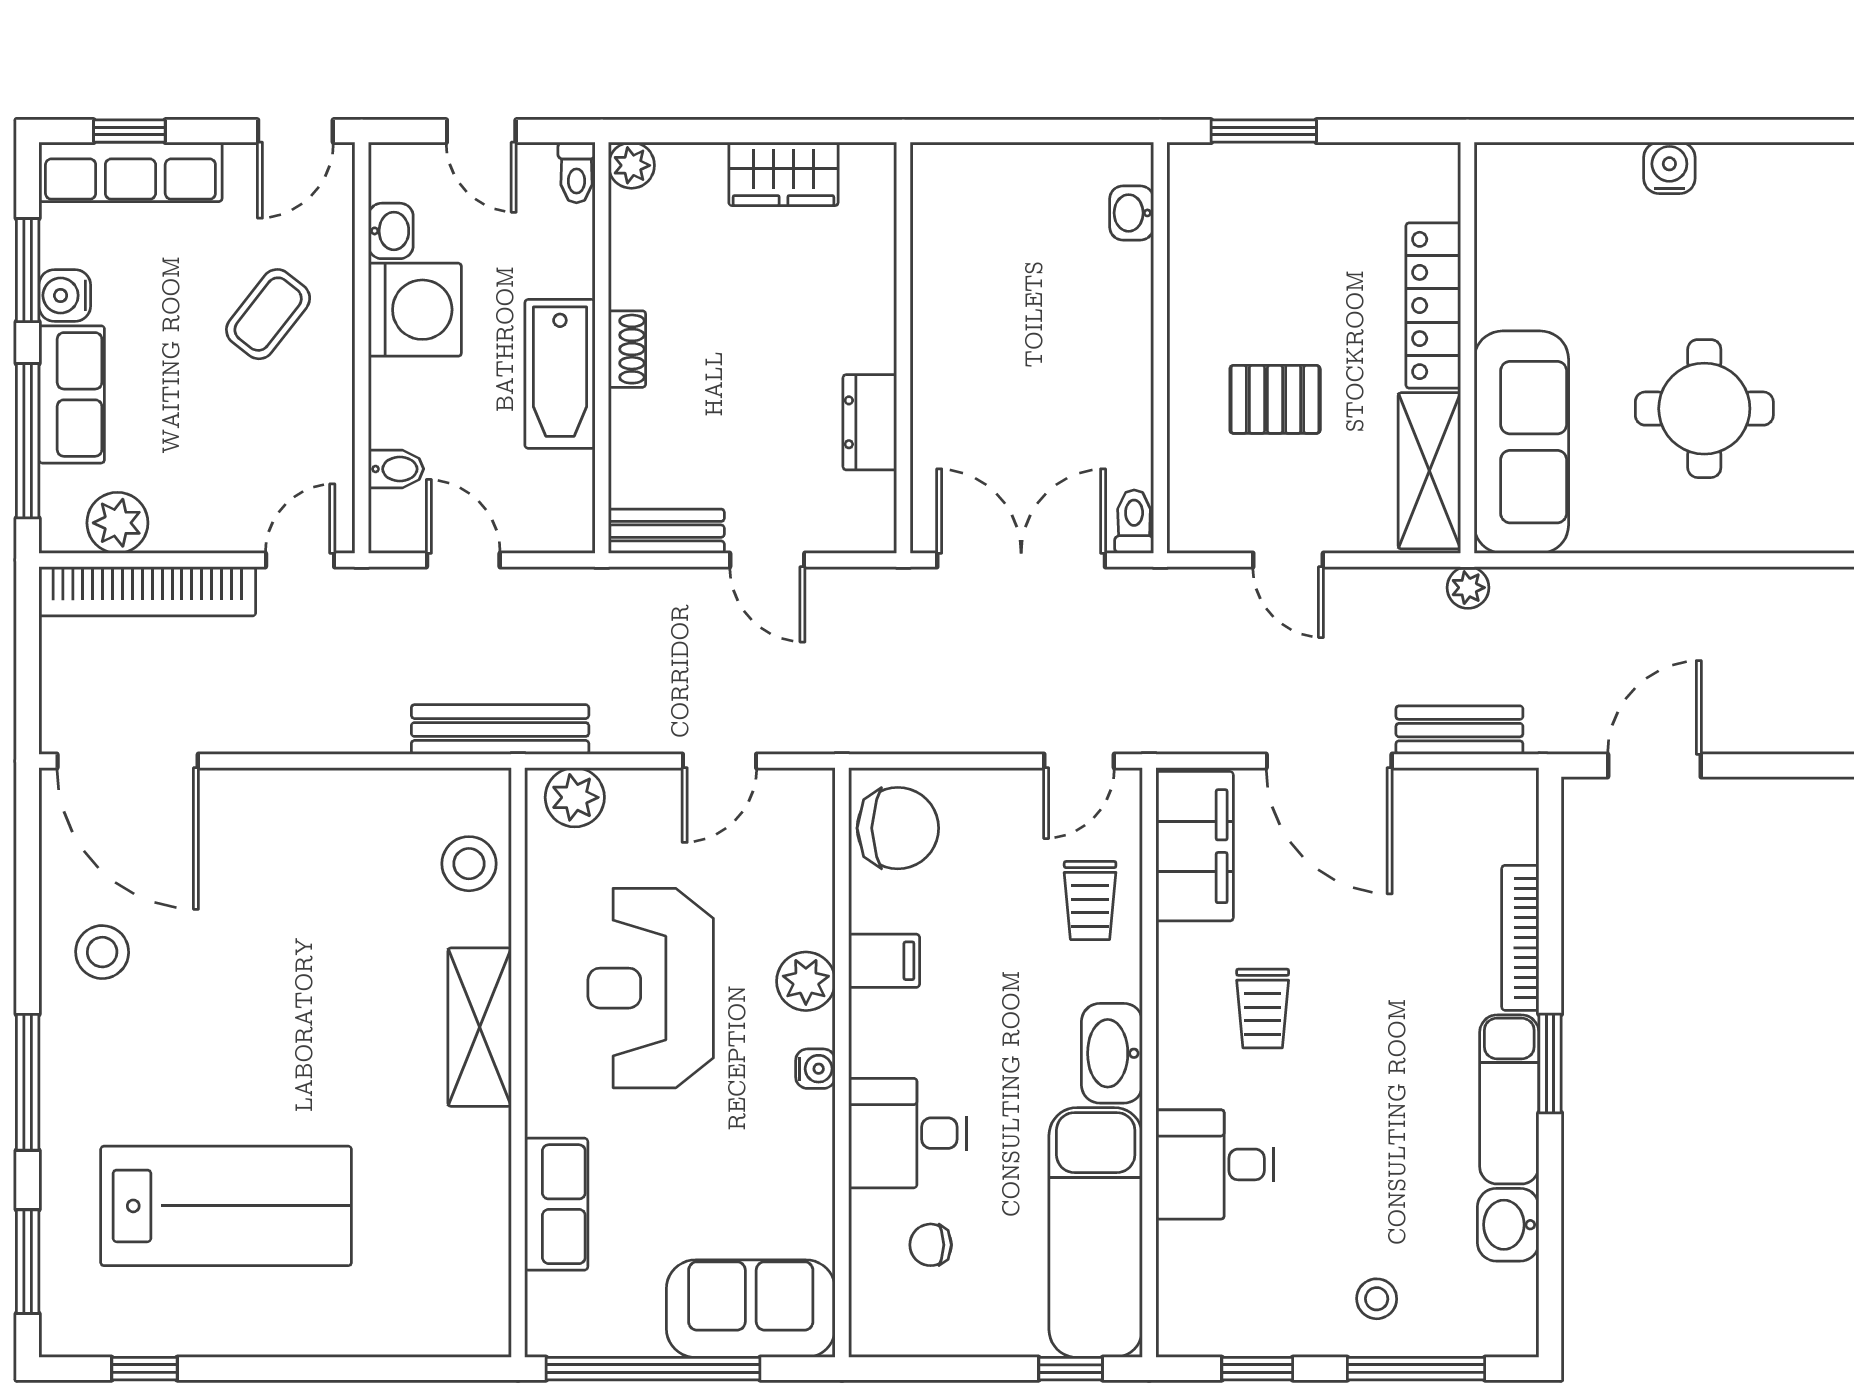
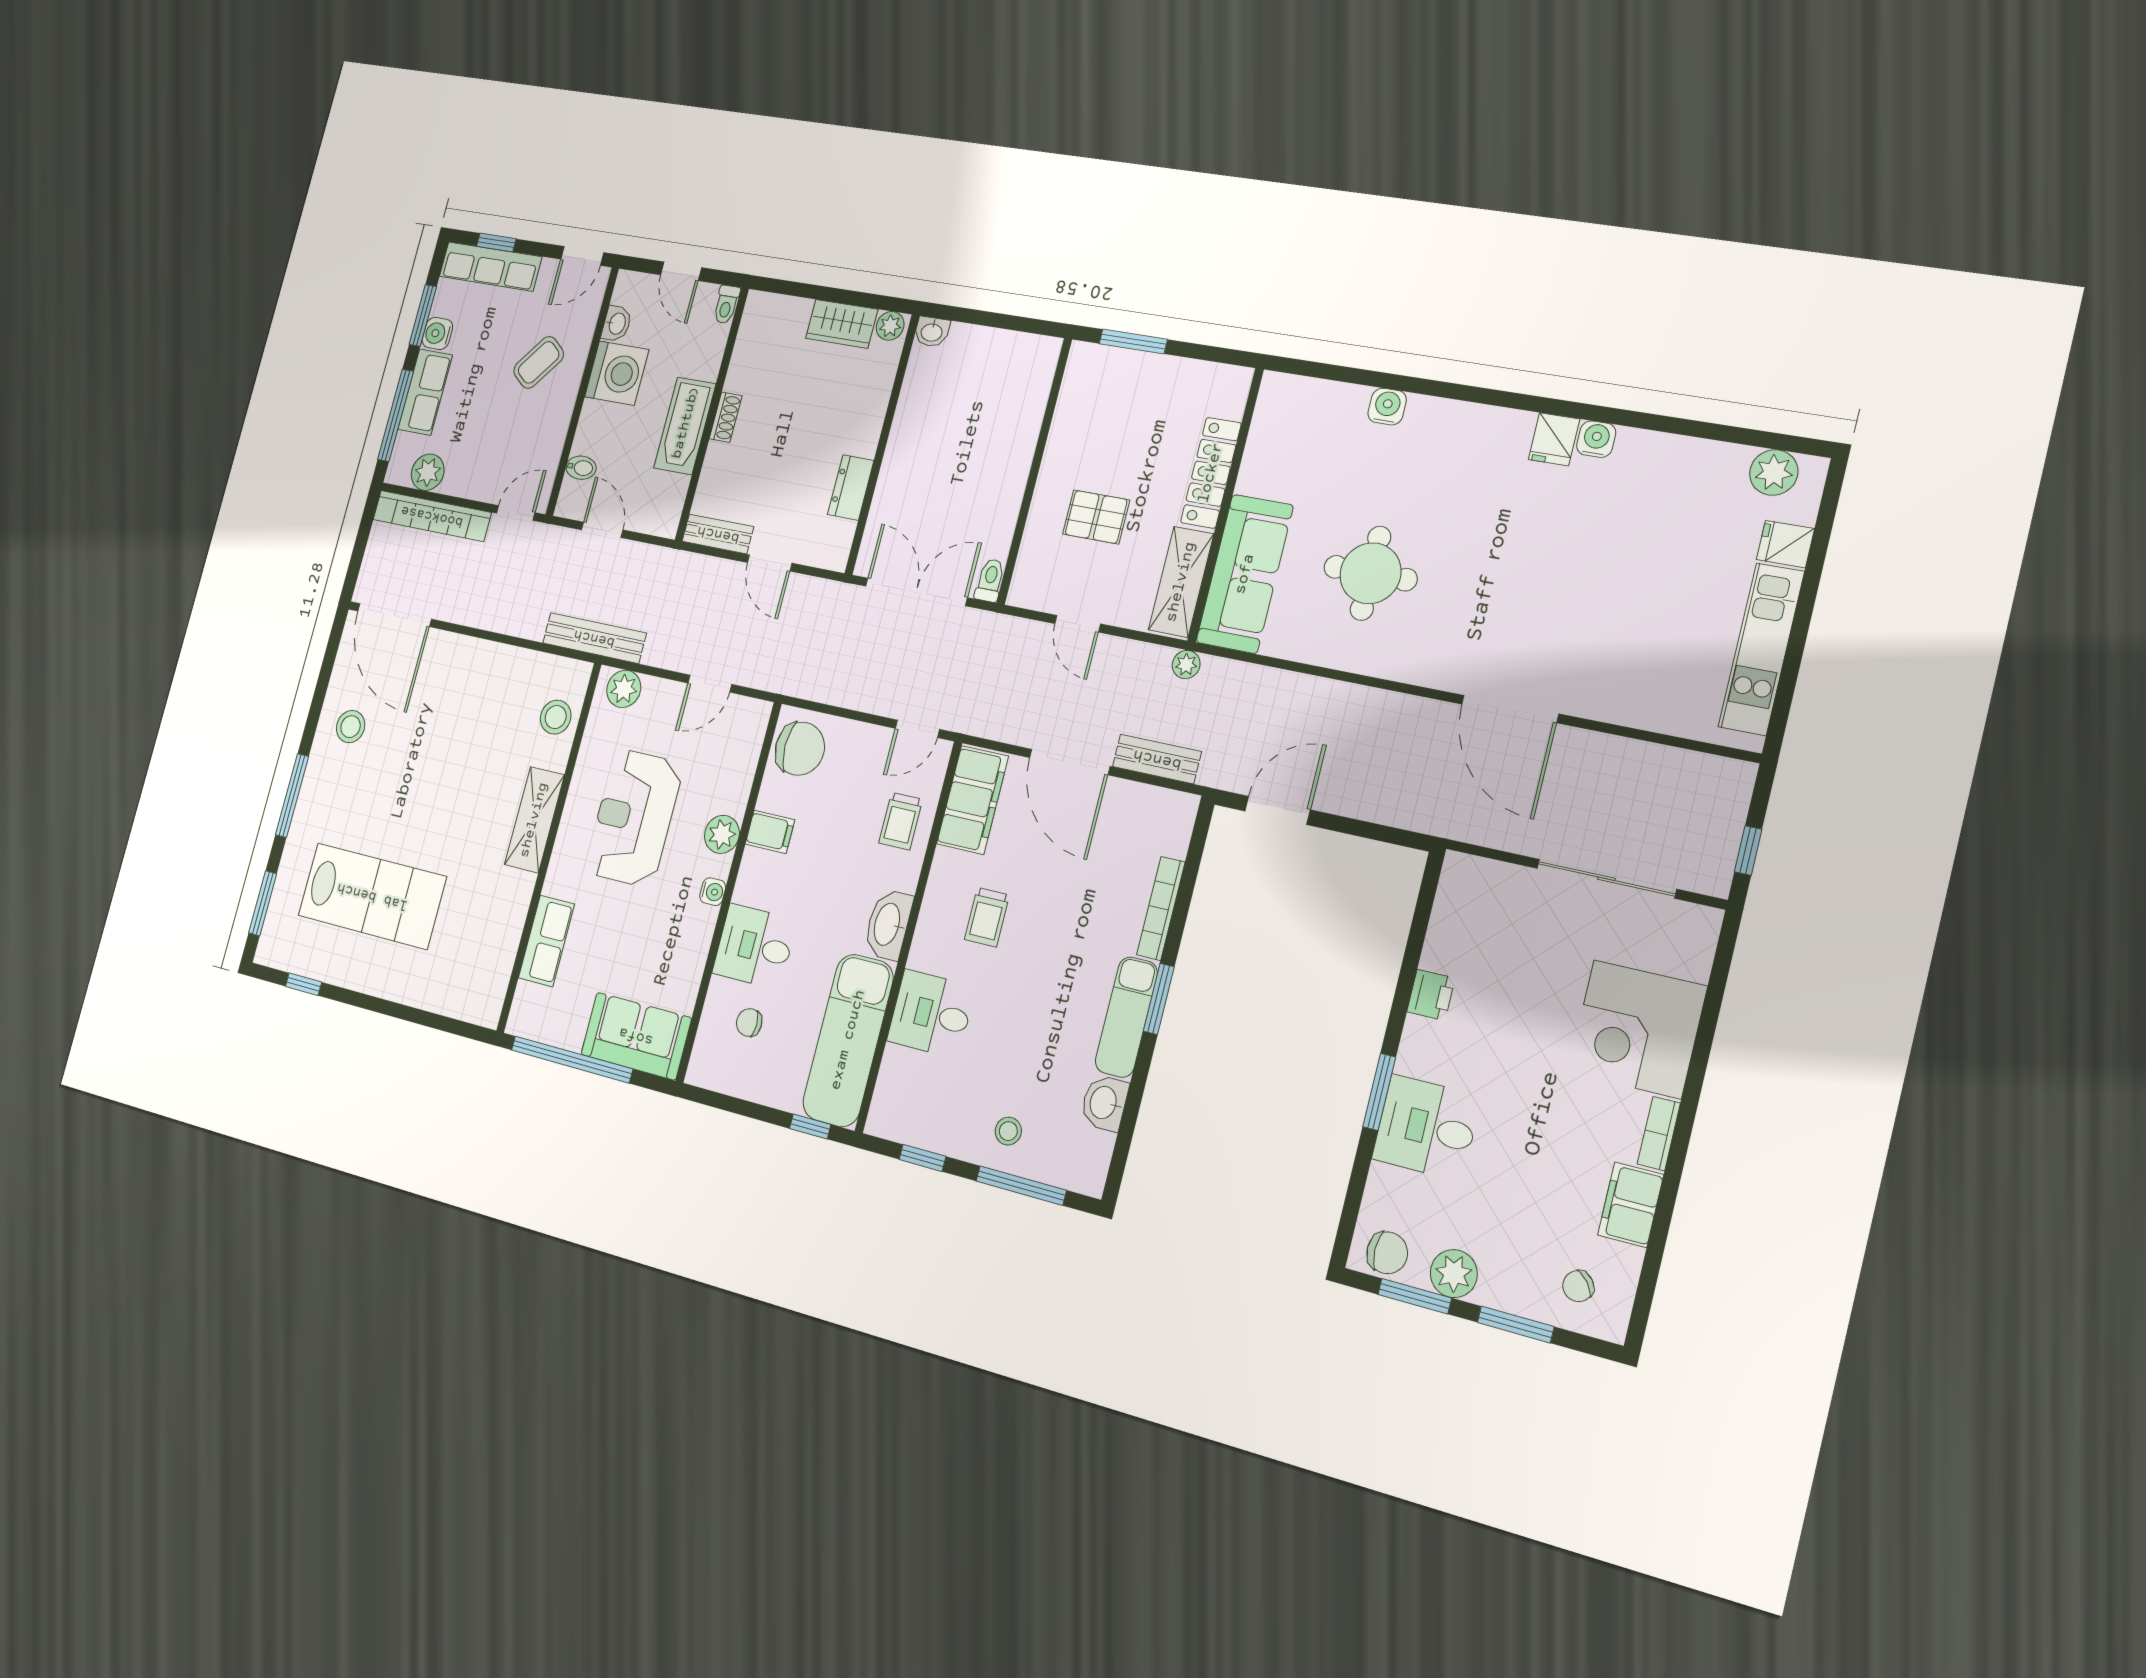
plant: (631, 165) -> (890, 326), moved
washbasin: (1132, 213) -> (932, 332), moved, turned -90

